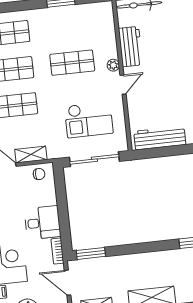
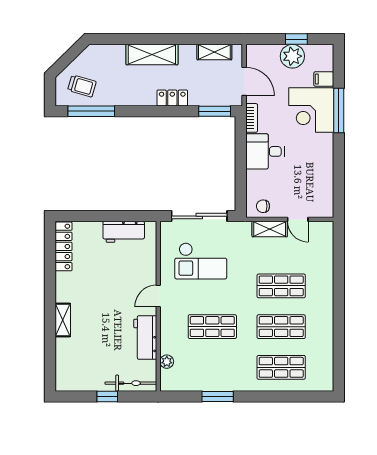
plant: (113, 65) -> (167, 362), moved
checkout: (89, 120) -> (201, 261), turned 180
workbench: (160, 138) -> (124, 232), width x0.73
locker: (130, 261) -> (172, 98), added

